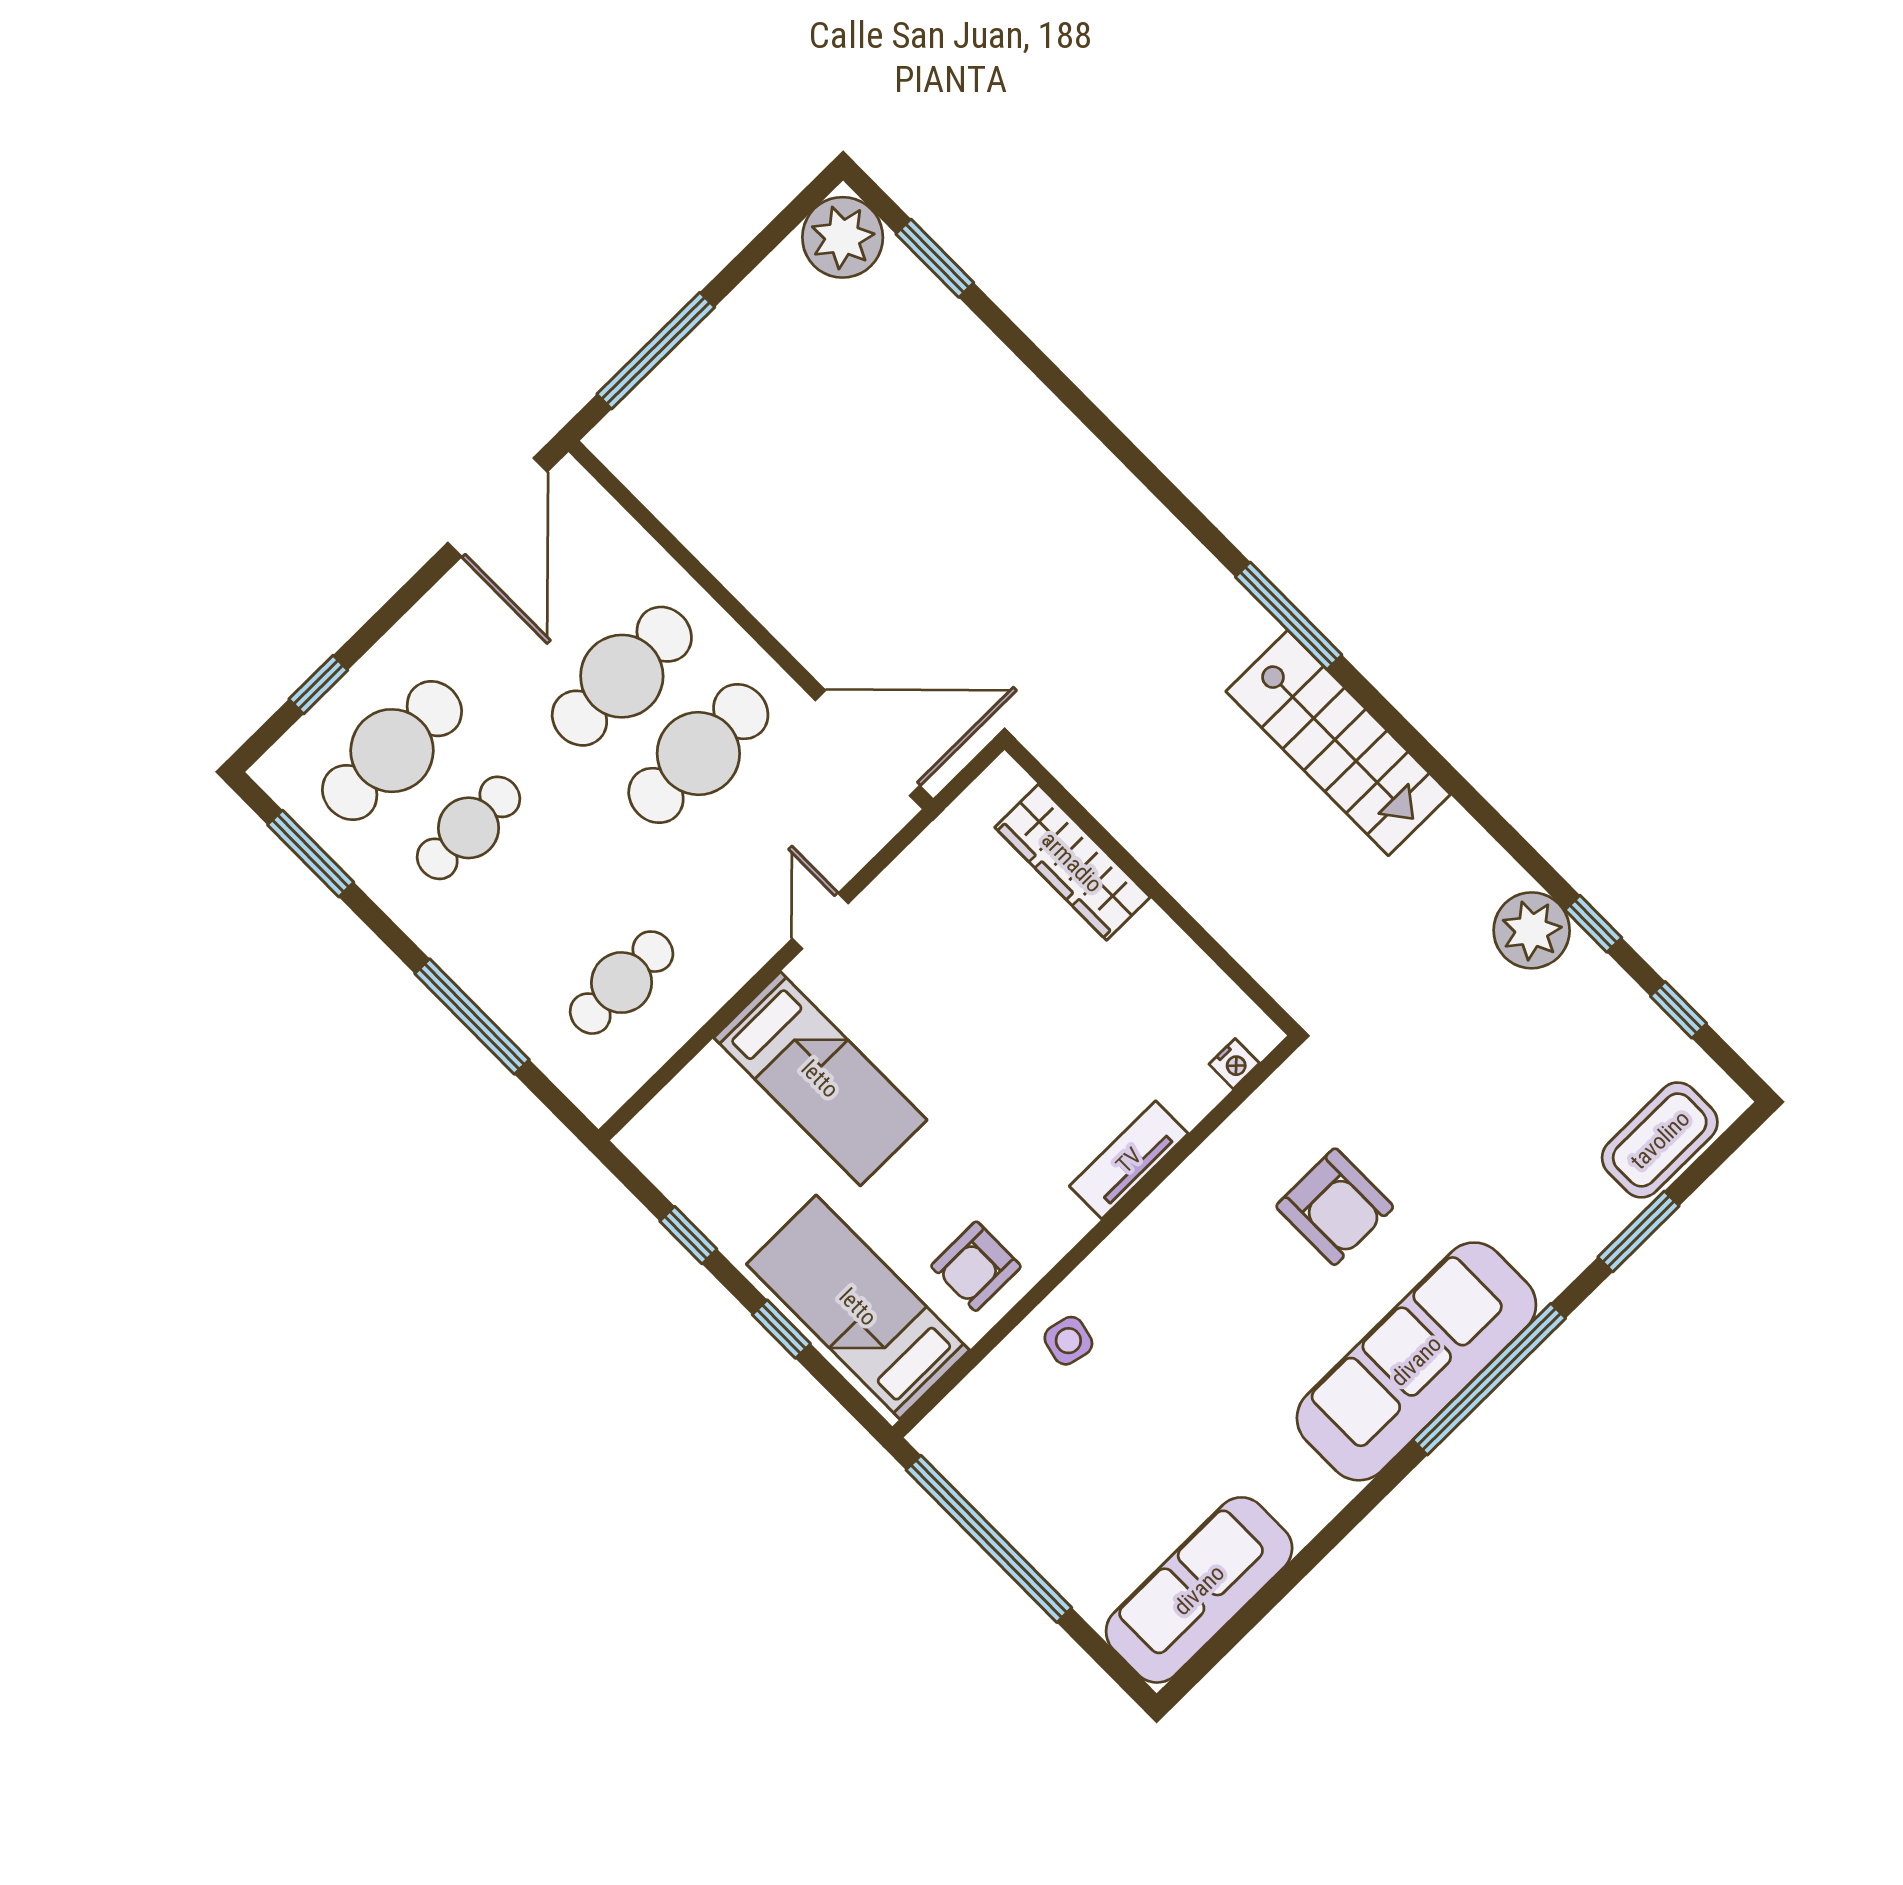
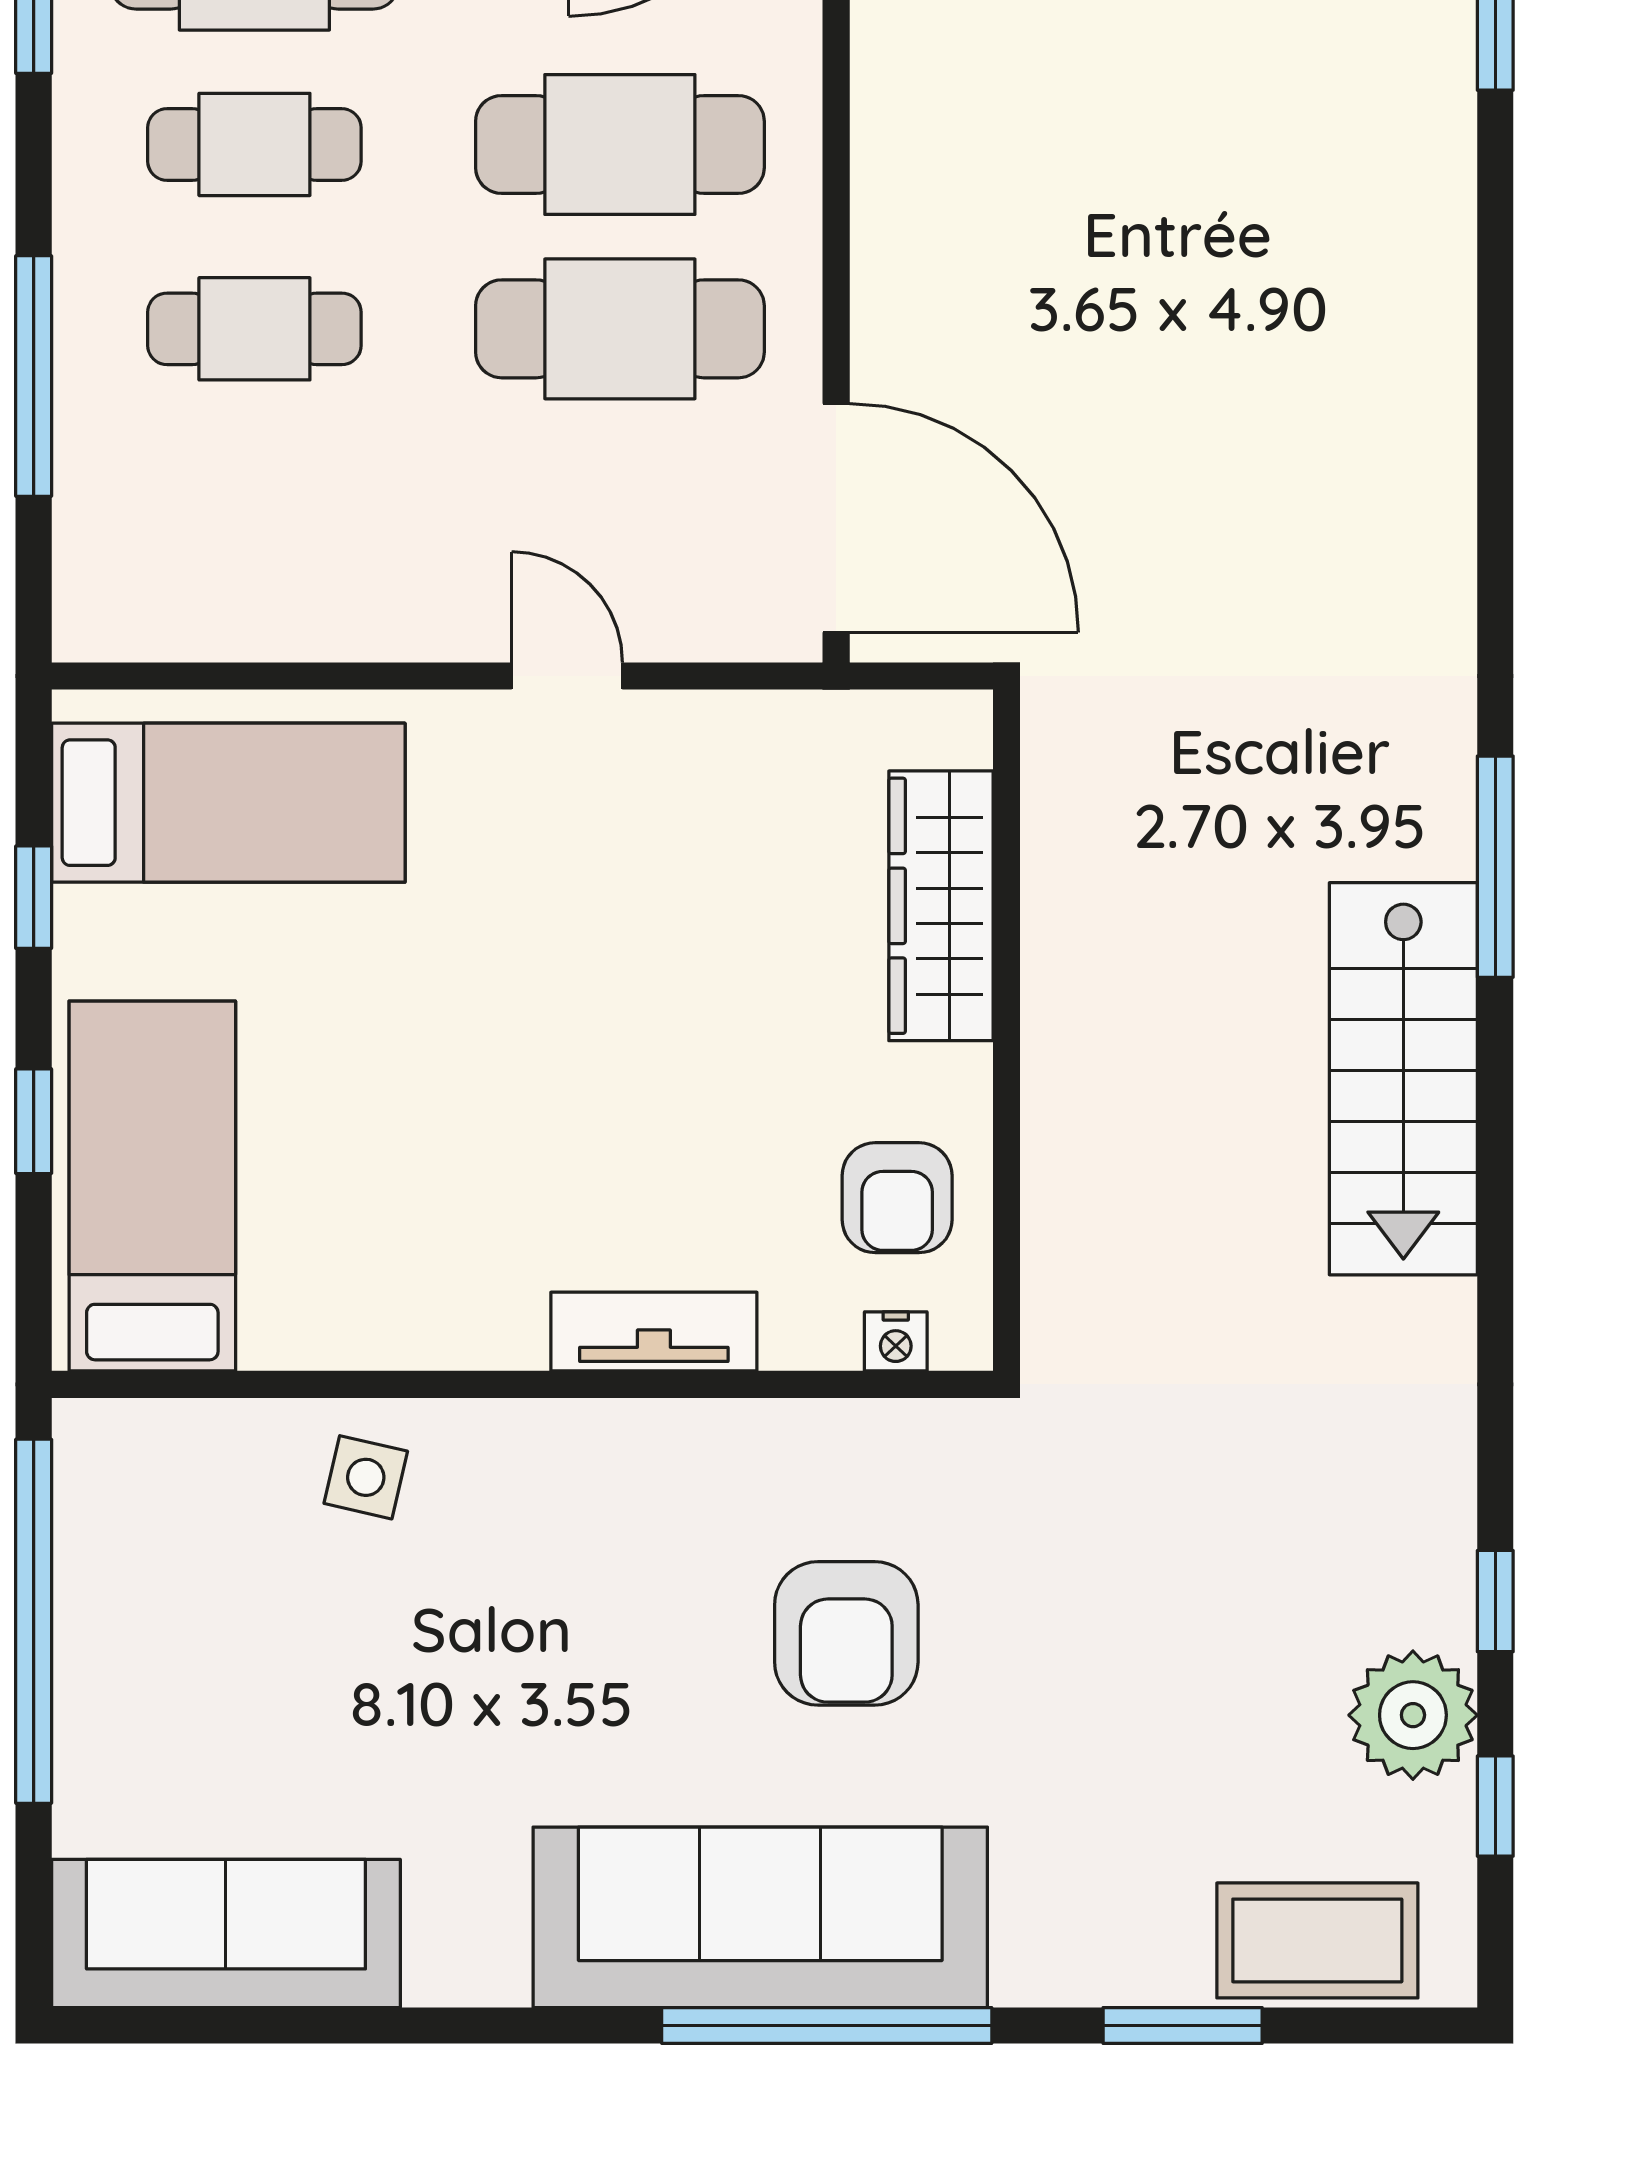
door: (820, 921) -> (567, 676), hinge flipped
plant: (1532, 930) -> (1413, 1715), moved
cafe table: (622, 983) -> (254, 329), moved
bed: (820, 1079) -> (228, 803), moved, turned -90
armchair: (976, 1266) -> (897, 1198), moved, turned -90

